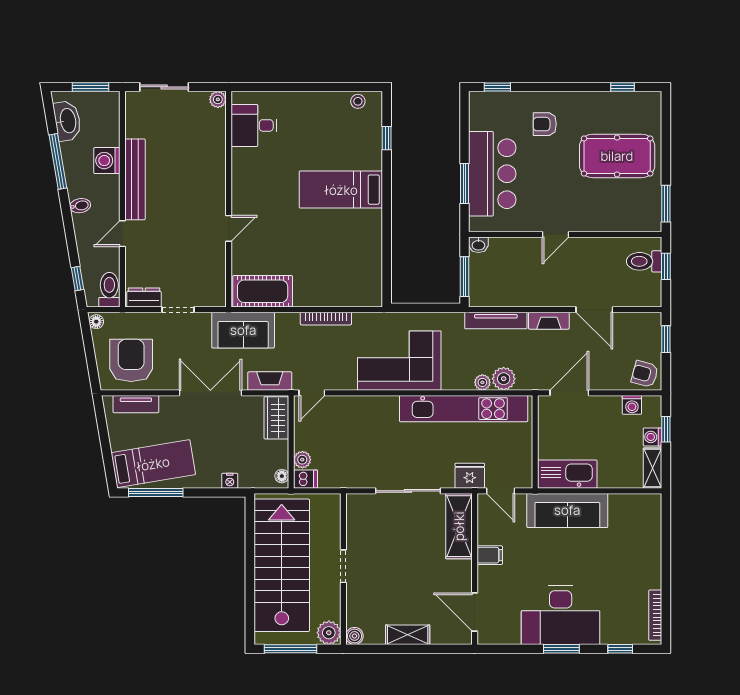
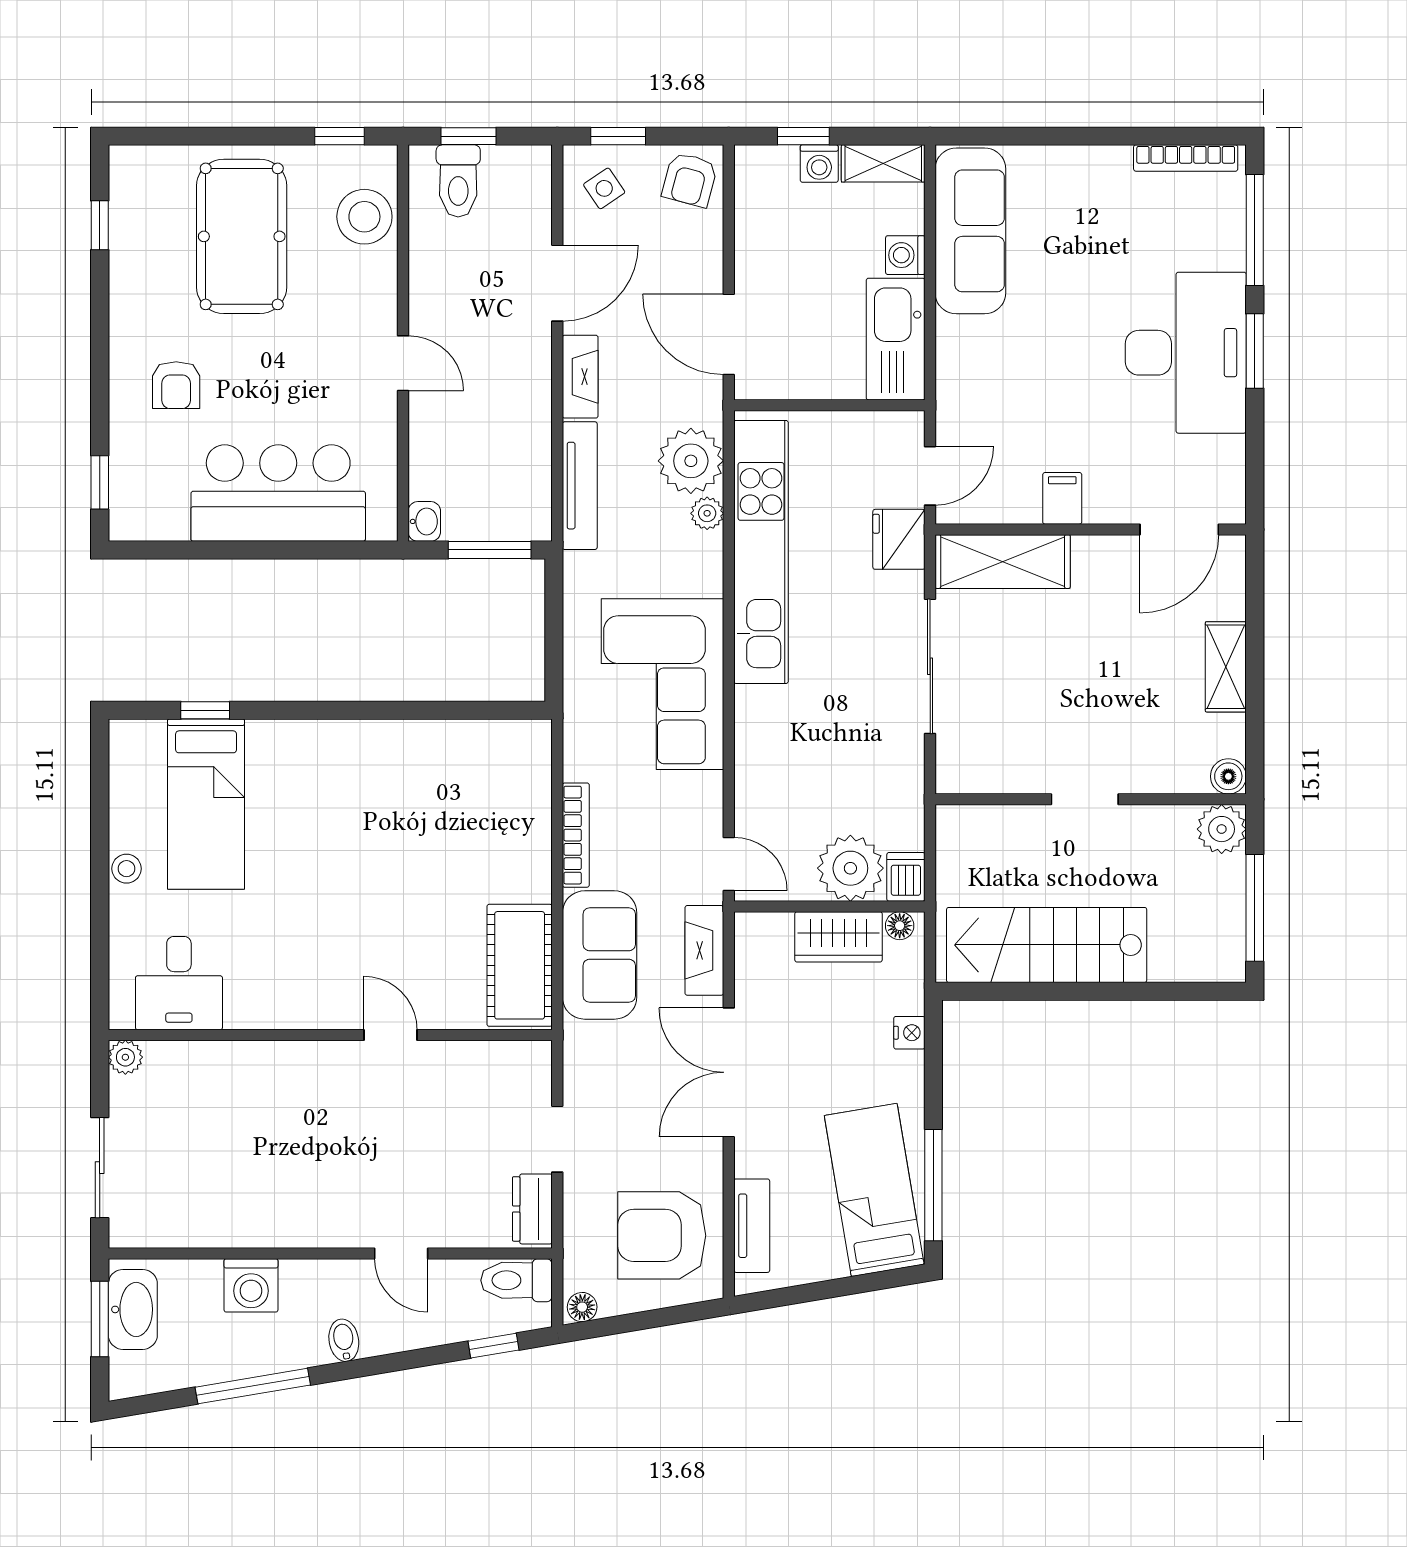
stool: (358, 101) -> (127, 869), moved
washbasin: (67, 121) -> (133, 1309), moved, turned 100
bench: (135, 179) -> (290, 1228), removed
window: (465, 184) -> (298, 550), removed
bed: (341, 190) -> (206, 804), moved
window: (666, 204) -> (340, 136), width x0.67
stool: (627, 216) -> (364, 217), added
sofa: (243, 330) -> (600, 955), moved
side table: (640, 332) -> (604, 188), added
plant: (504, 379) -> (691, 461), width x1.36, depth x1.36
washing machine: (632, 405) -> (905, 255), moved, turned 180
wardrobe: (276, 418) -> (839, 937), moved
plant: (302, 460) -> (850, 868), width x1.88, depth x1.88
sofa: (567, 510) -> (970, 231), moved
stairs: (282, 565) -> (1047, 945), width x0.73, depth x0.66
window: (620, 649) -> (1255, 230), width x2.17

